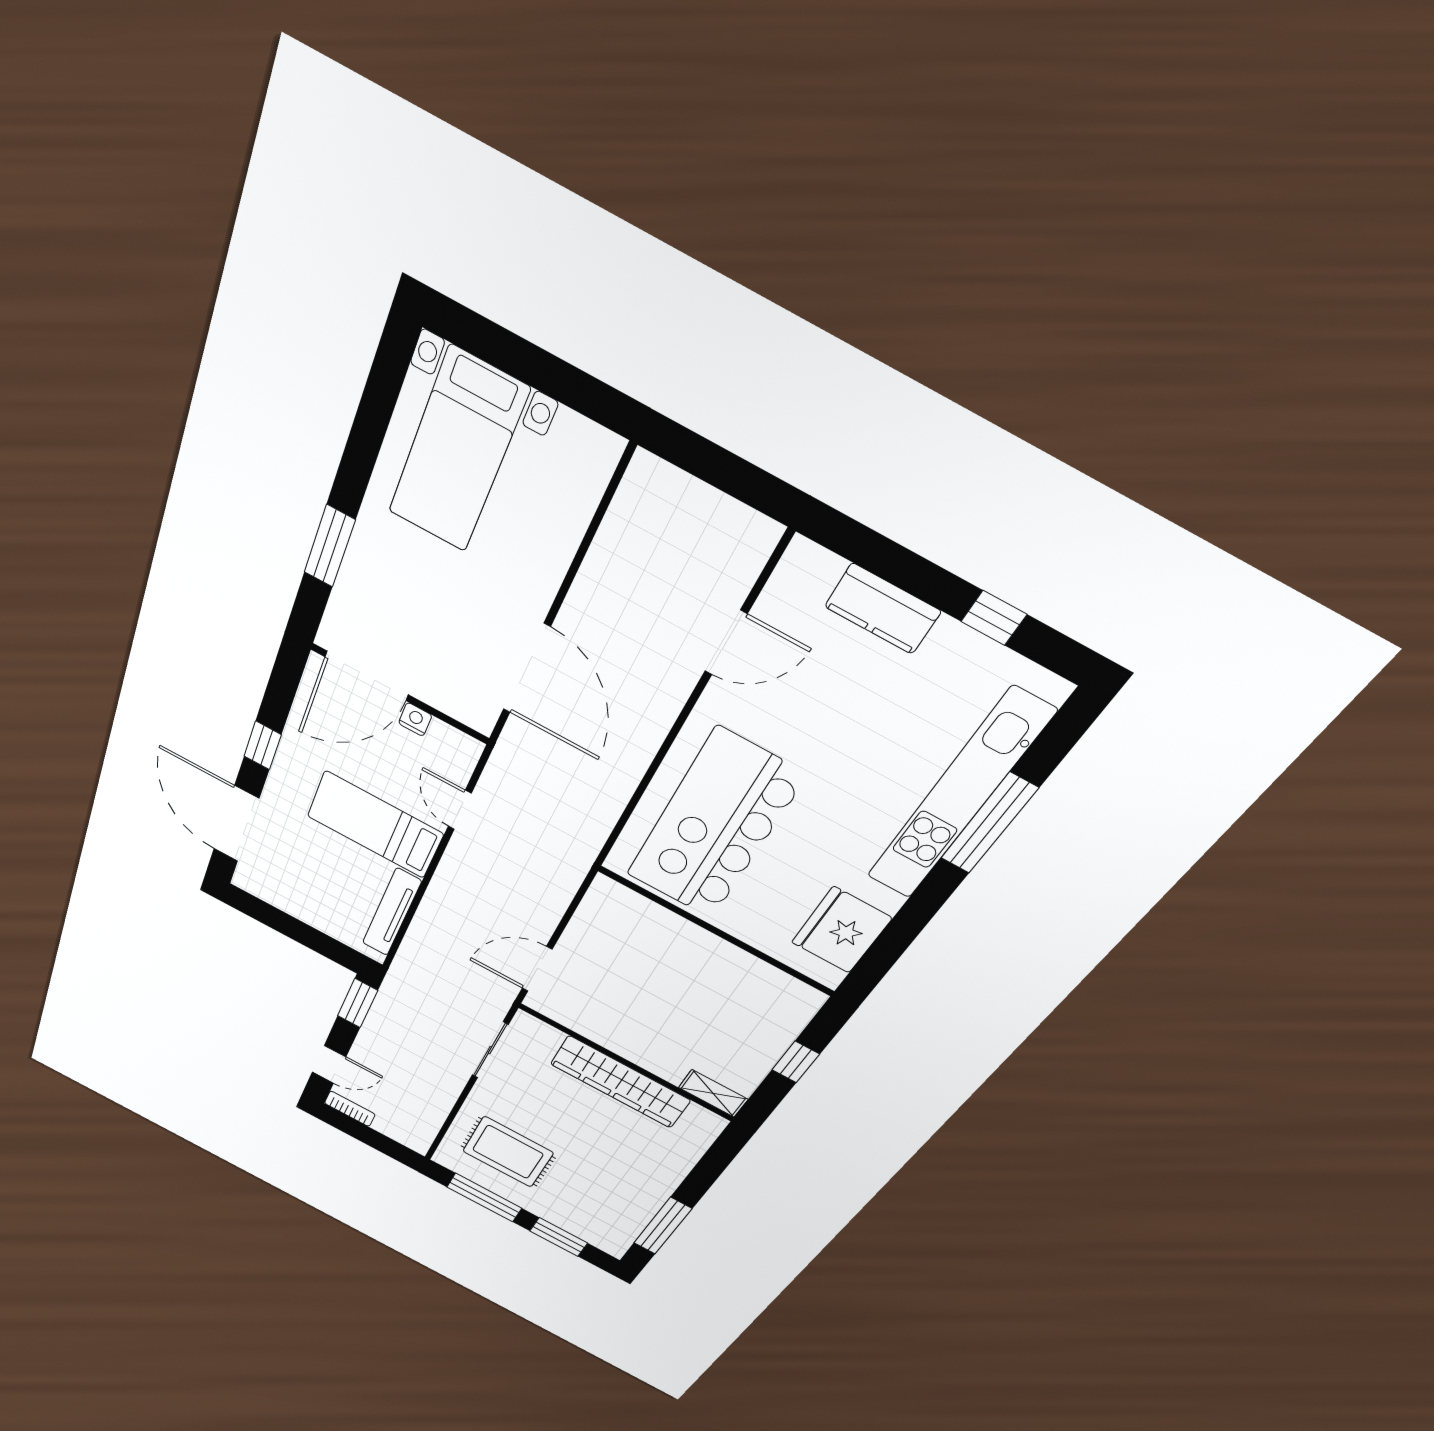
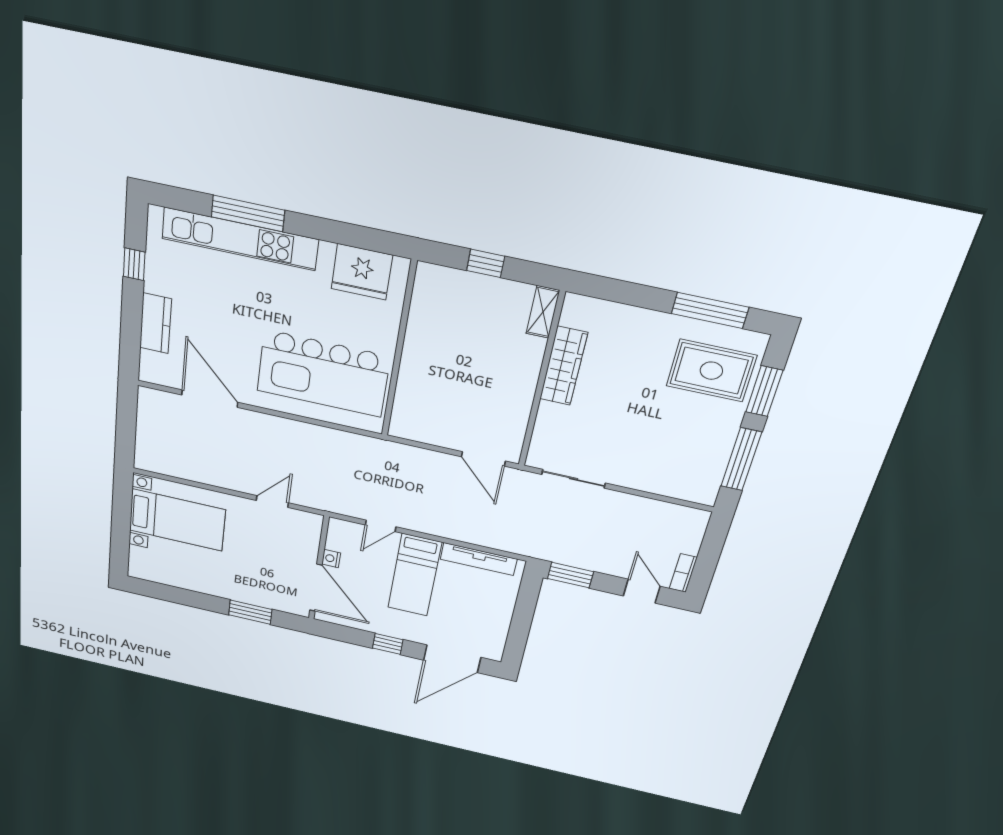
bed with nightstands: (458, 451) -> (177, 520), moved
door: (726, 643) -> (210, 399), width x1.36
door: (526, 669) -> (272, 502), width x0.53
wardrobe: (620, 1082) -> (564, 366), width x0.71, depth x0.85
rug: (508, 1152) -> (711, 371), moved, turned 90

